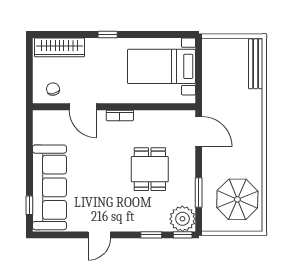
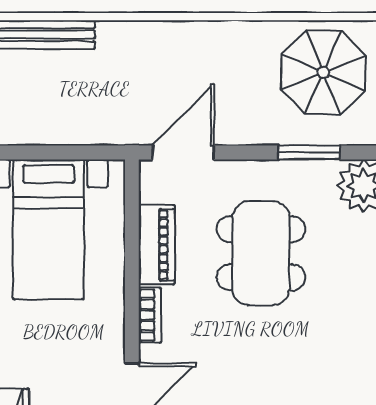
piano: (154, 119) -> (157, 245), added
dining table: (150, 169) -> (261, 253), width x1.38

